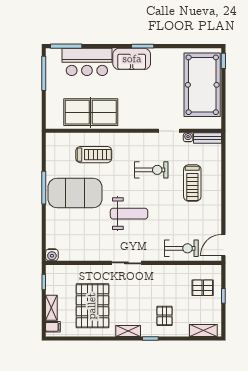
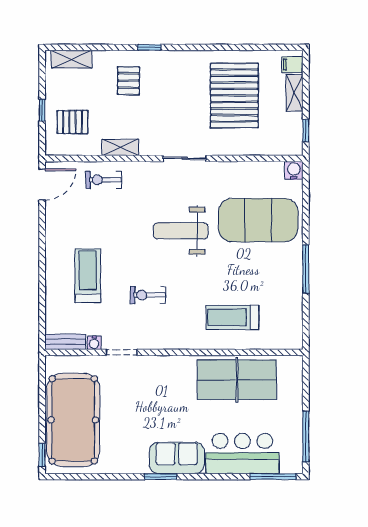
exercise bike: (151, 170) -> (148, 295), width x0.73, depth x0.72
exercise mat: (75, 193) -> (258, 220), moved
exercise bike: (181, 248) -> (104, 180), width x0.73, depth x0.72
shelving: (128, 331) -> (120, 148), moved

